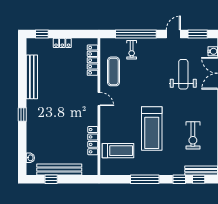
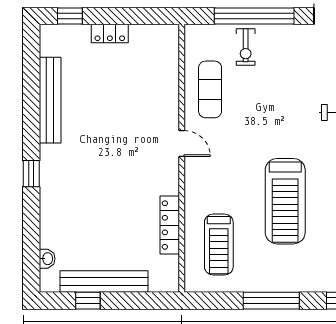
locker: (93, 60) -> (169, 67), removed
treadmill: (118, 151) -> (219, 245), turned 90

